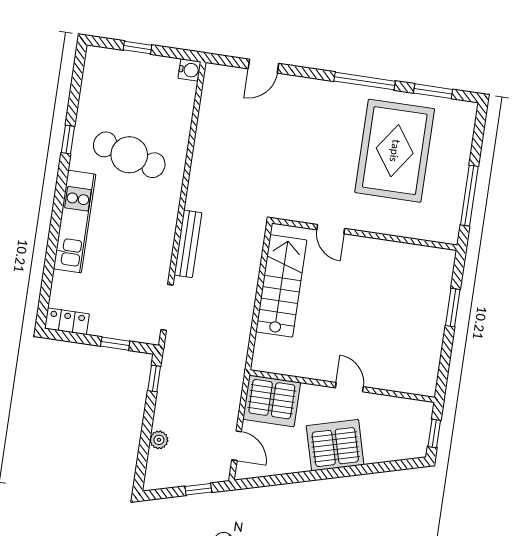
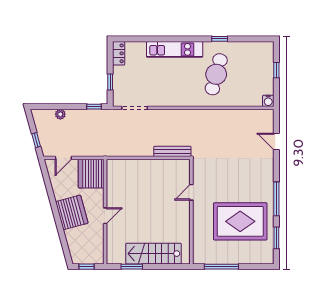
bench: (188, 244) -> (172, 151), moved
stairs: (281, 286) -> (154, 254), moved, turned 180
window: (453, 308) -> (132, 267), moved

